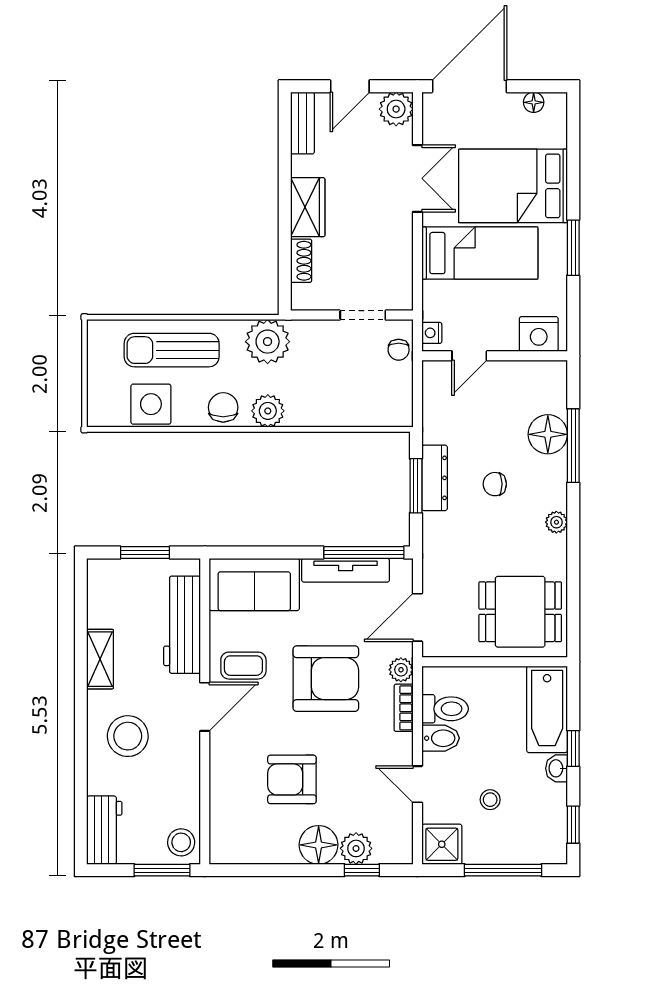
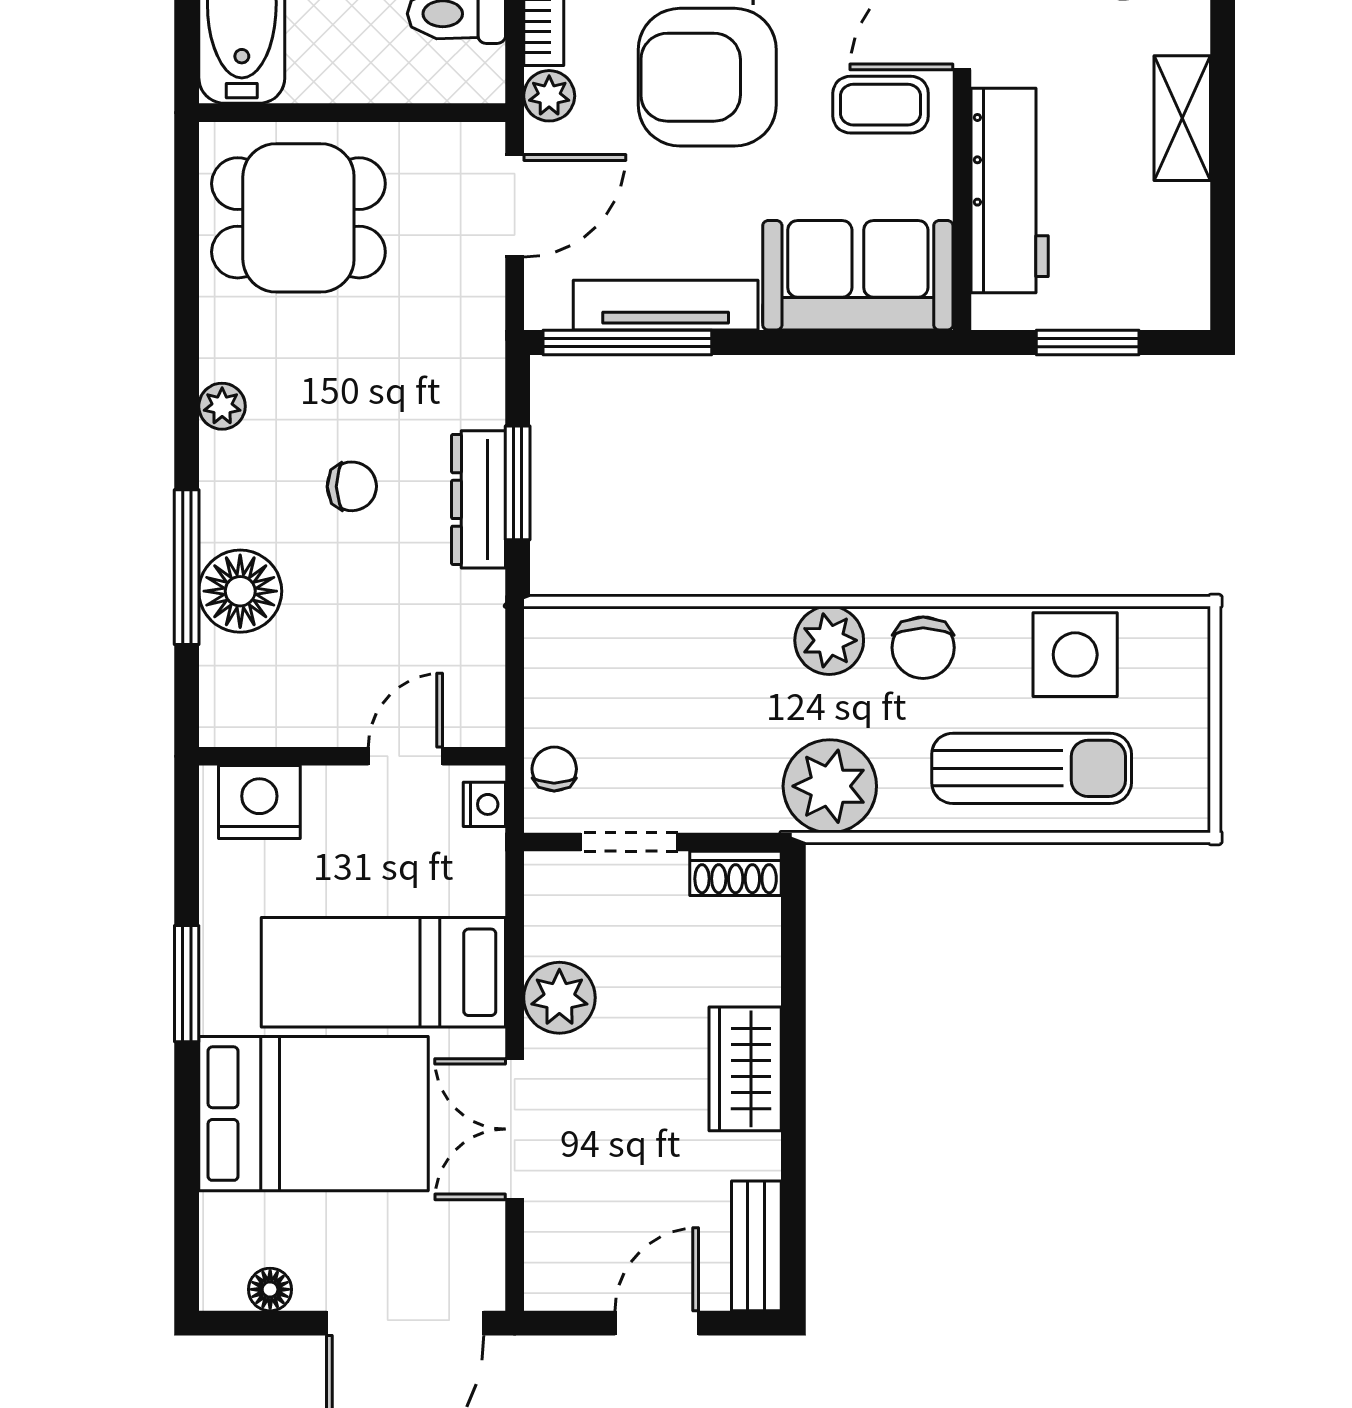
plant: (396, 109) -> (559, 998), moved
shoe rack: (301, 261) -> (736, 873), moved, turned -90

